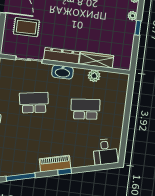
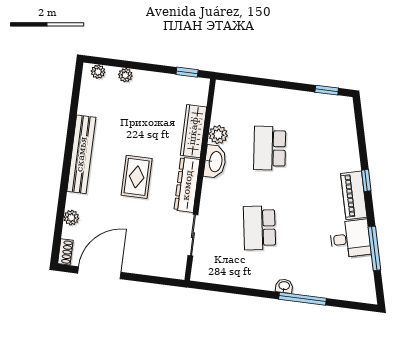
rug: (26, 27) -> (137, 177), moved
window: (138, 28) -> (187, 72), moved
washbasin: (63, 72) -> (215, 162), moved
window: (123, 146) -> (327, 90), added
desk: (105, 152) -> (350, 239), moved

